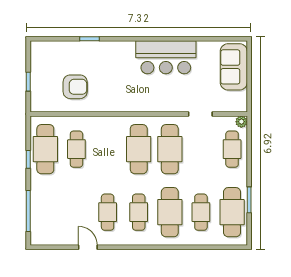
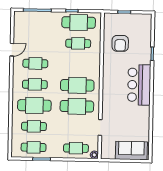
bar counter: (166, 57) -> (139, 85), moved
cafe table: (232, 212) -> (34, 147), width x0.73, depth x0.74

